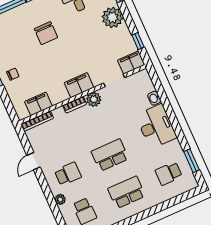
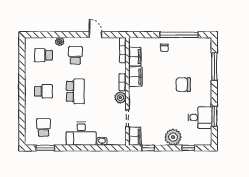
filing cabinet: (79, 85) -> (135, 77), moved
school desk: (68, 174) -> (75, 55), turned 180
school desk: (127, 192) -> (43, 91), width x0.54

